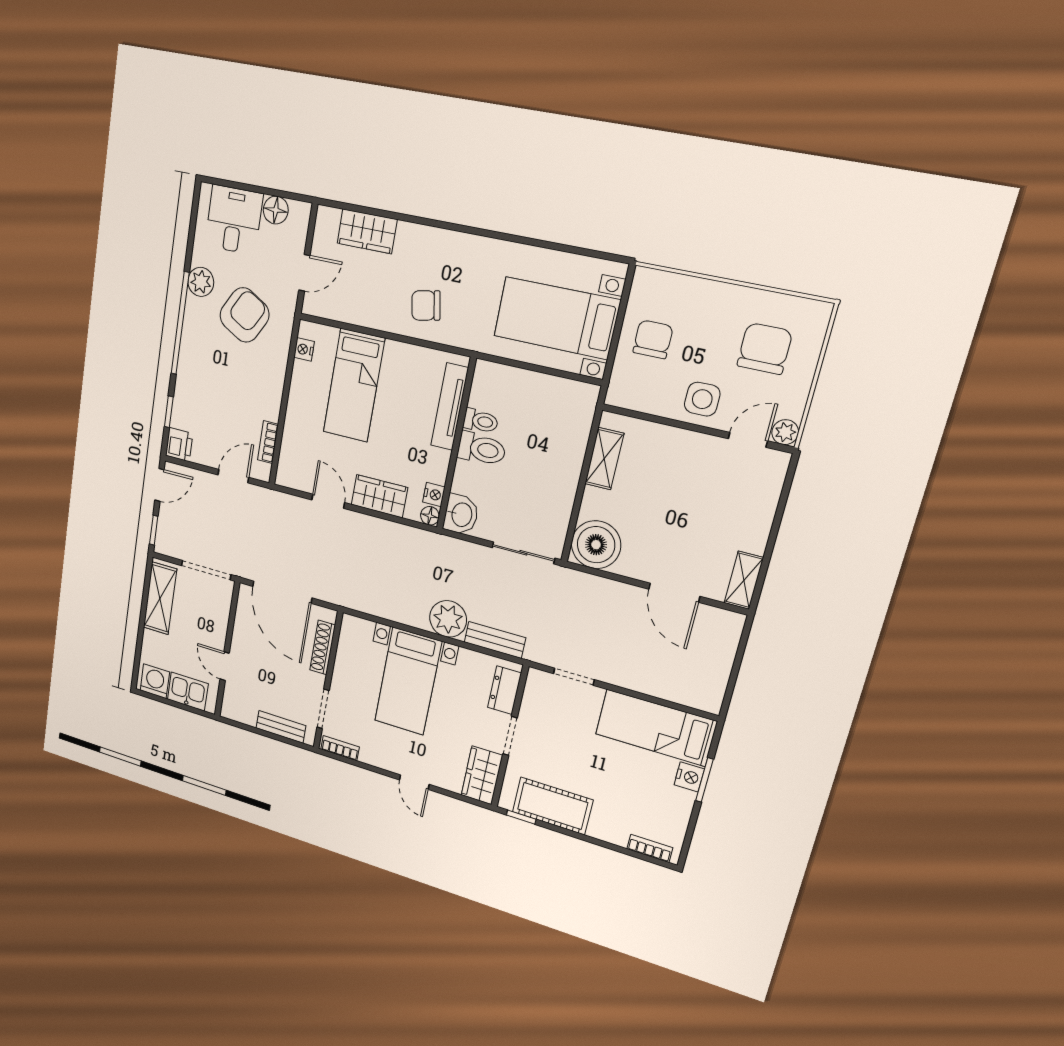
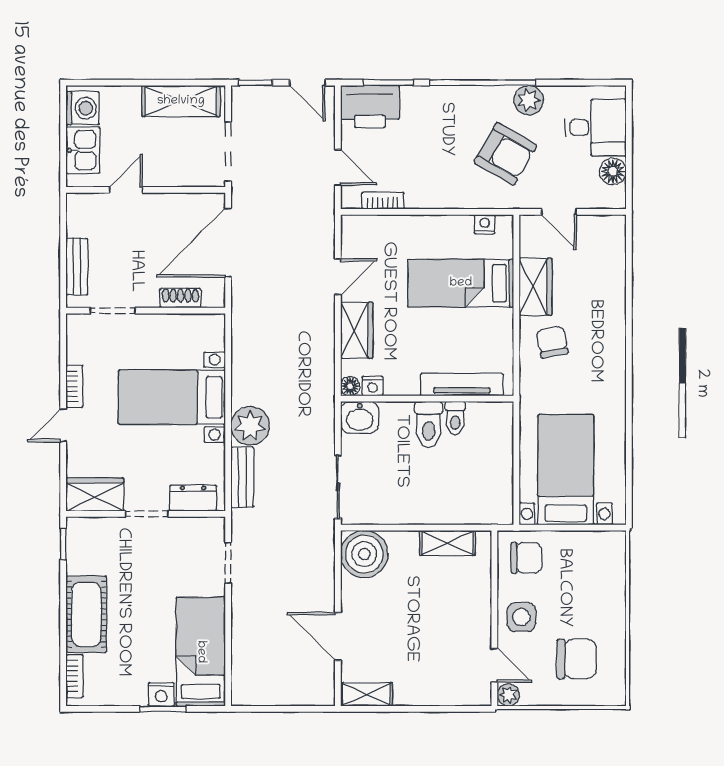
wardrobe: (367, 231) -> (536, 287), moved, turned 180
chair: (653, 339) -> (526, 558), moved
window: (169, 412) -> (388, 83), width x1.50
printer: (179, 445) -> (370, 107), width x1.87, depth x1.48
door: (674, 593) -> (338, 636), hinge flipped
shoe rack: (323, 647) -> (181, 298), width x0.70
bookcase: (340, 748) -> (74, 386), moved
cot: (553, 806) -> (86, 614), moved

